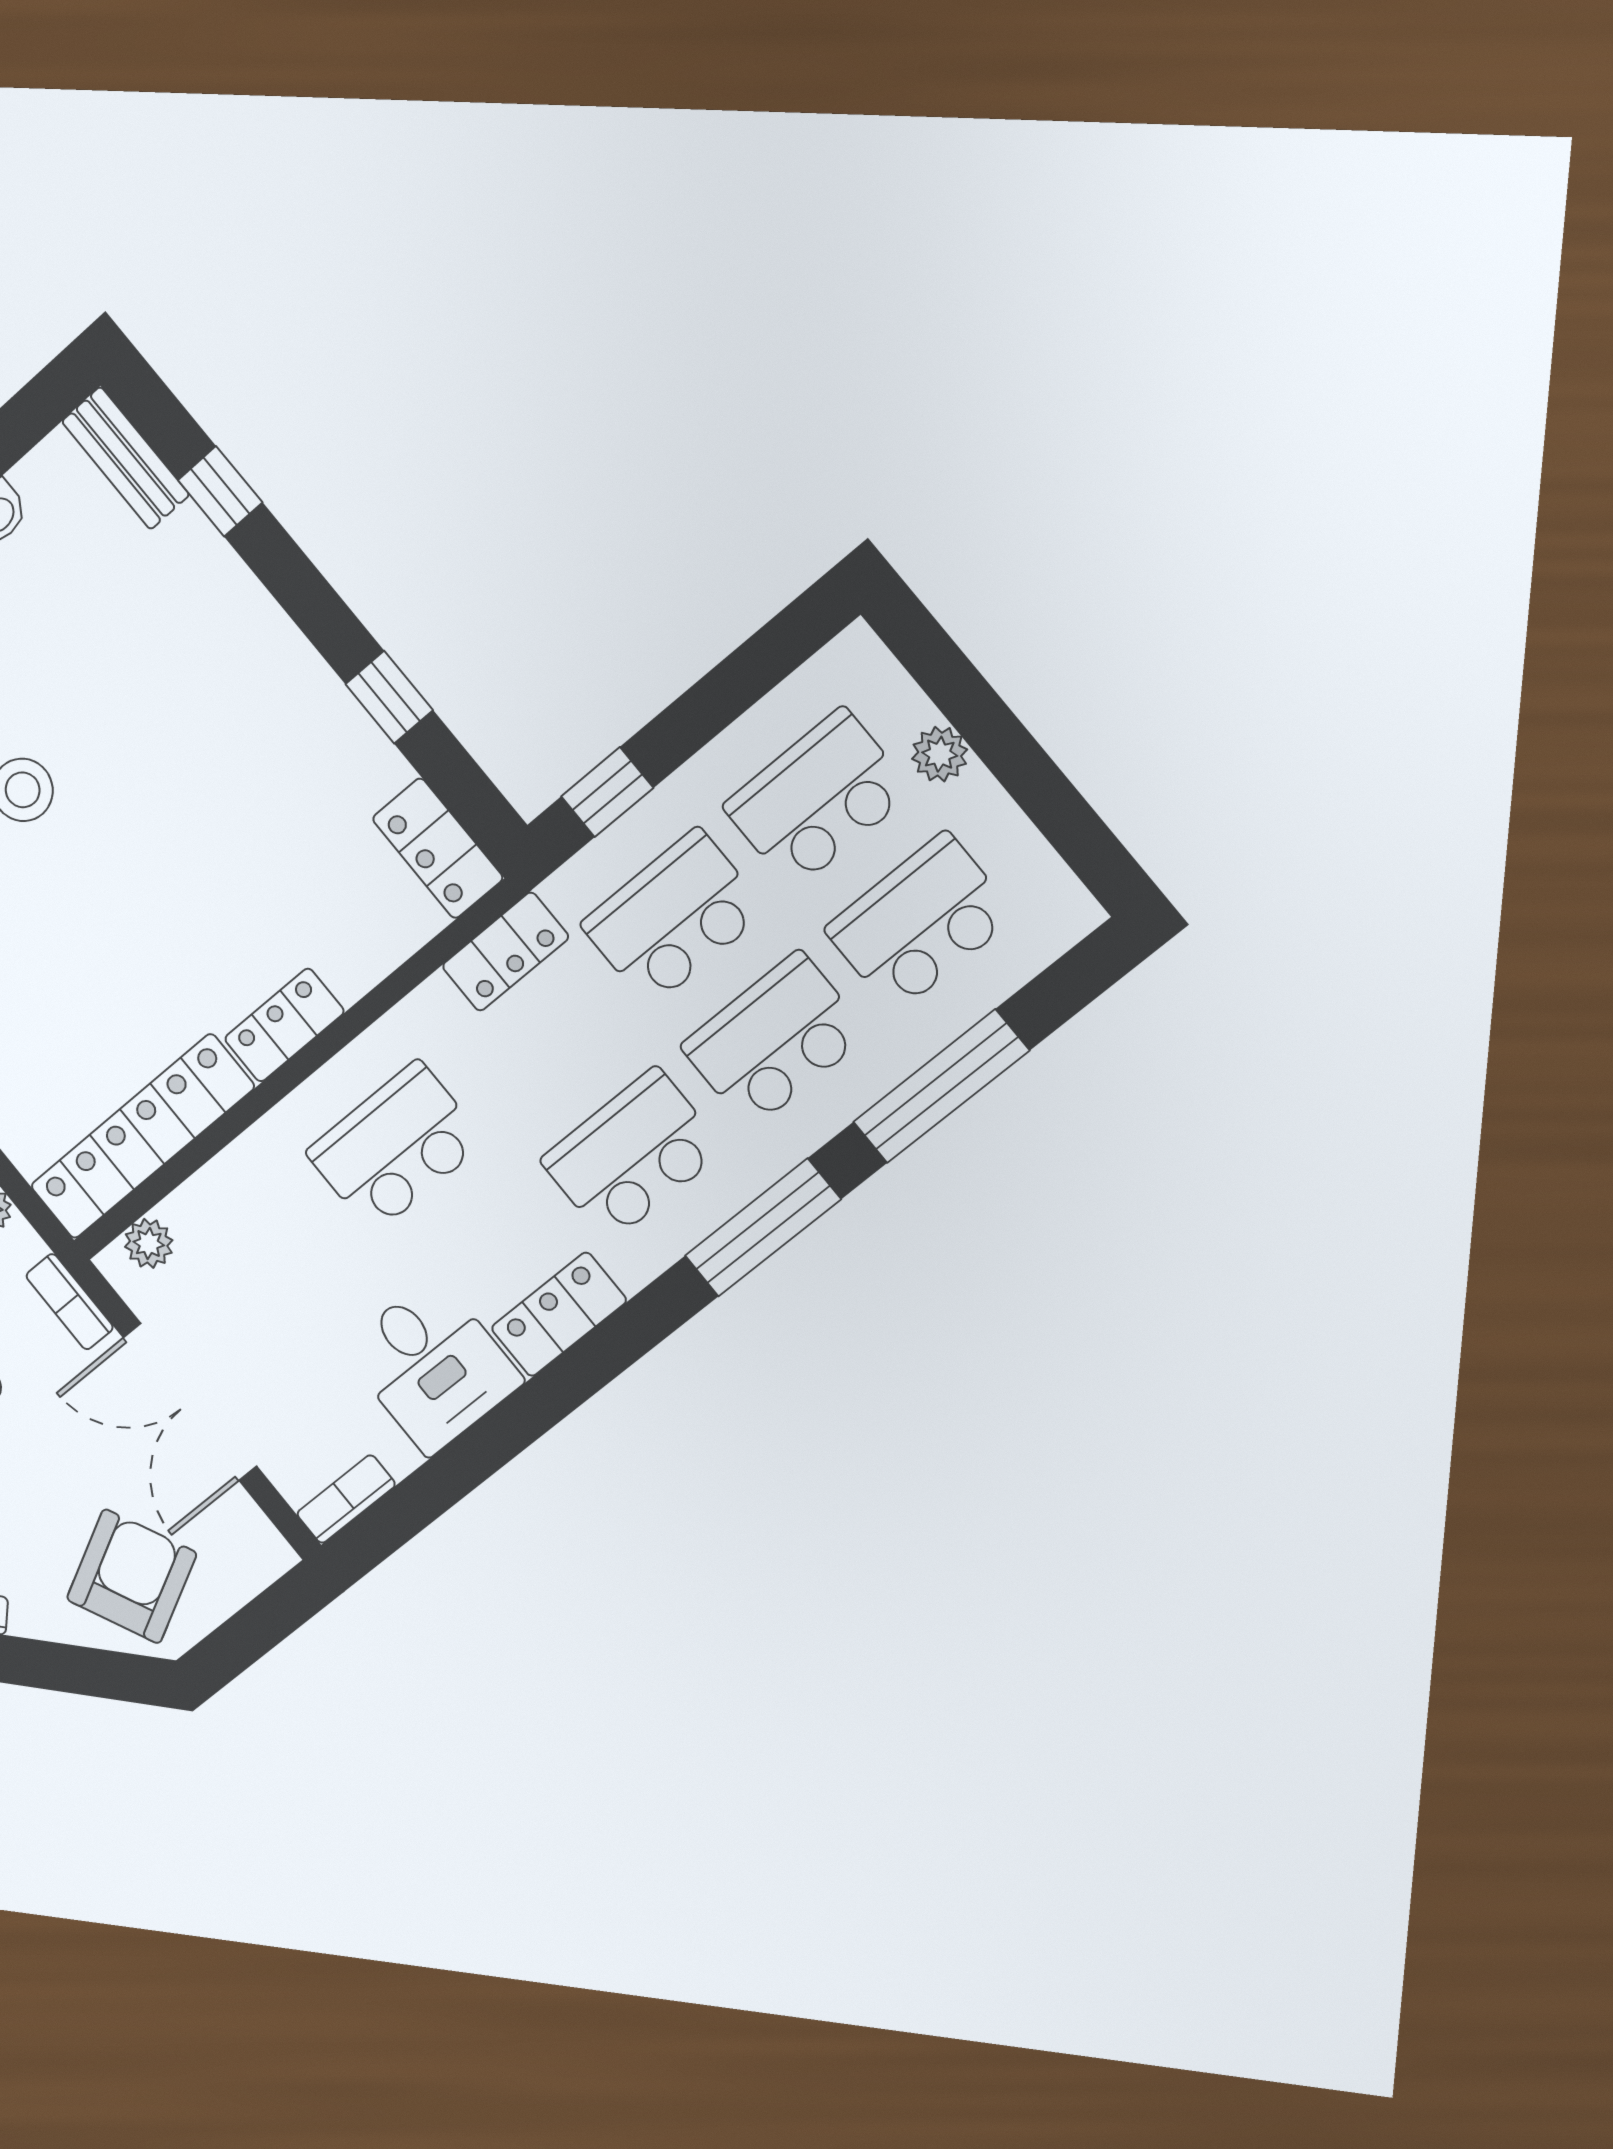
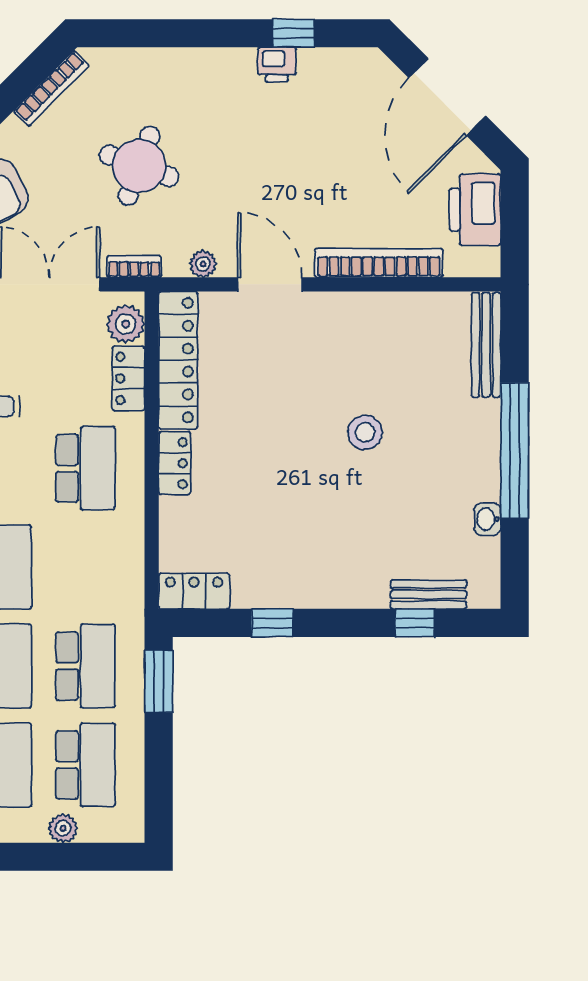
bench: (125, 458) -> (428, 594), moved
window: (607, 792) -> (159, 681), width x1.50
locker: (505, 952) -> (128, 378), moved
plant: (149, 1244) -> (126, 324), width x1.38, depth x1.38

